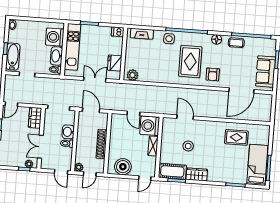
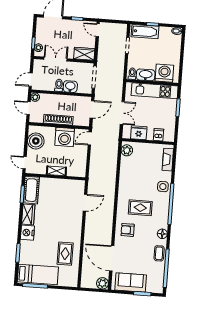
dishwasher: (118, 32) -> (158, 135), moved
rug: (190, 62) -> (140, 208), width x0.73, depth x0.70
plant: (266, 100) -> (102, 283), added
door: (133, 113) -> (90, 139), moved
washing machine: (150, 126) -> (65, 137), moved, turned 180
stool: (188, 146) -> (56, 206), removed
nightstand: (215, 175) -> (27, 233), added

